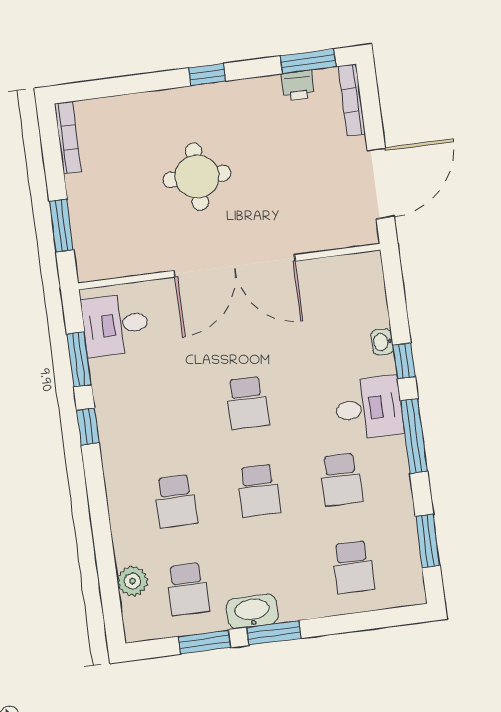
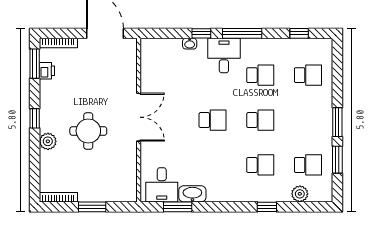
plant: (168, 104) -> (48, 141), added
window: (61, 226) -> (92, 207), moved
double door: (235, 266) -> (139, 117), width x0.73
window: (88, 427) -> (267, 207), moved
window: (428, 541) -> (299, 33), width x0.67
washbasin: (252, 611) -> (192, 194), moved, turned 90

